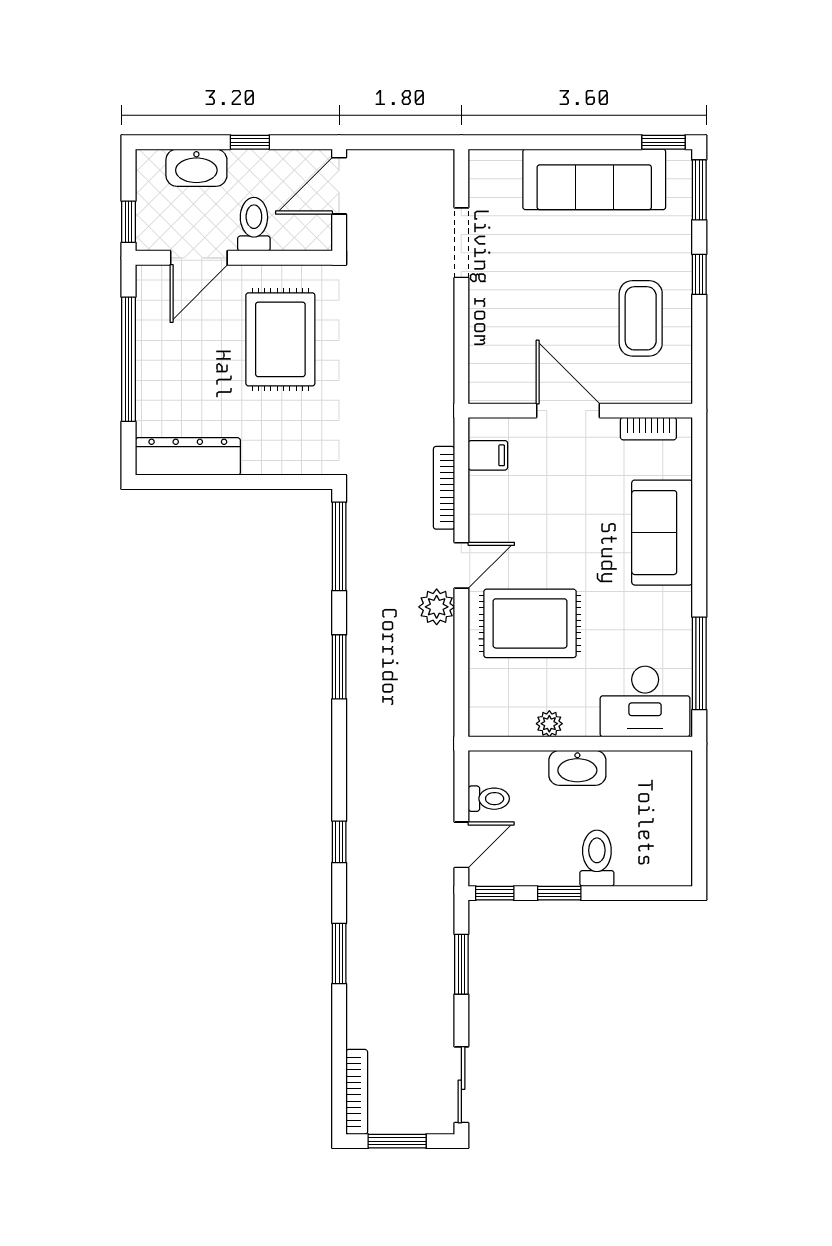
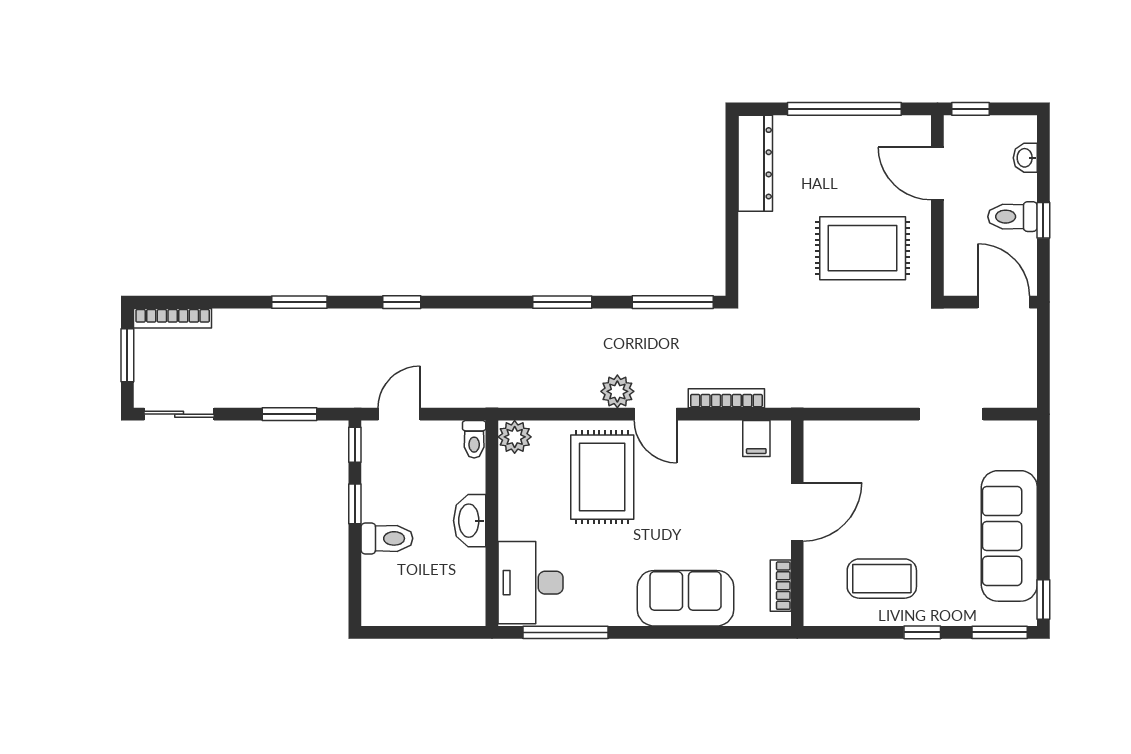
washbasin: (196, 168) -> (1025, 158), width x0.52, depth x0.69
toilet: (254, 224) -> (1013, 217), moved, turned 180
plant: (549, 724) -> (515, 437), moved, width x1.38, depth x1.38
toilet: (489, 799) -> (474, 439), moved
door: (461, 845) -> (399, 414), swing flipped

